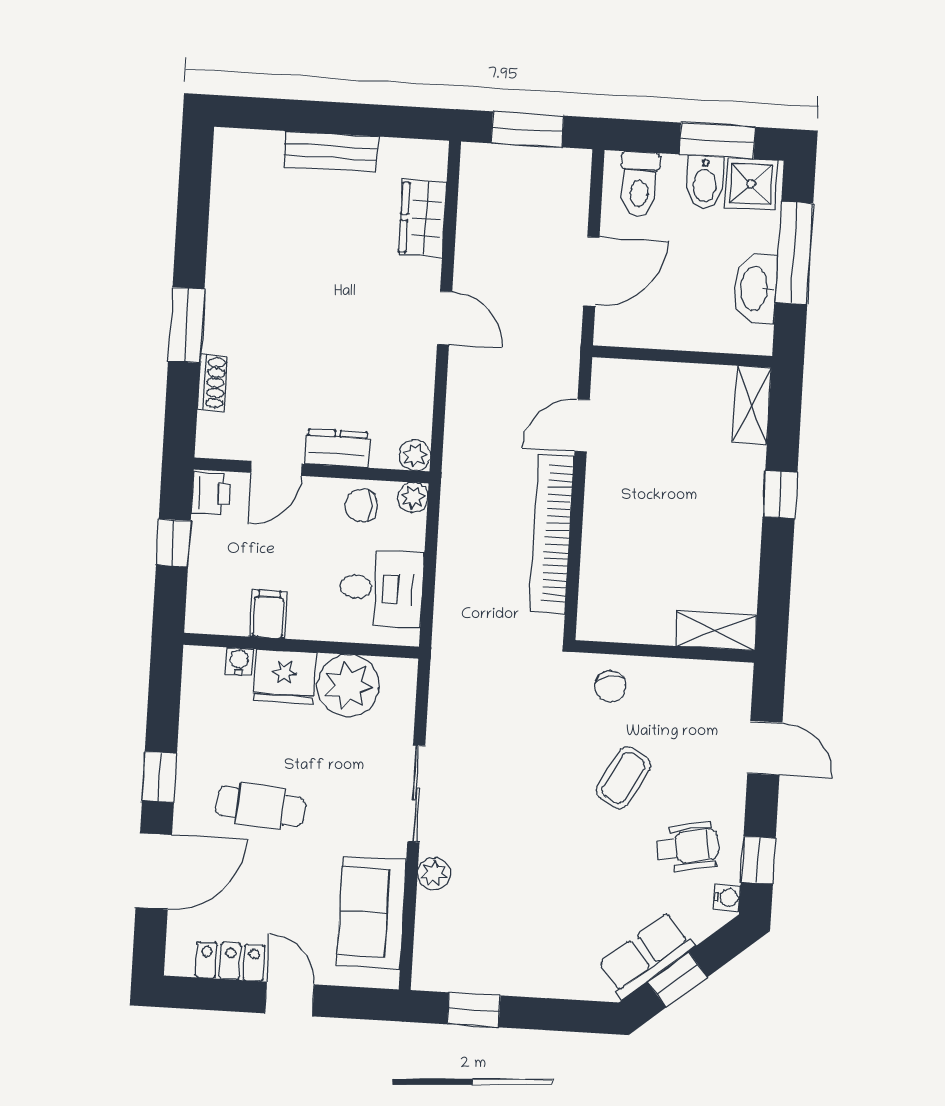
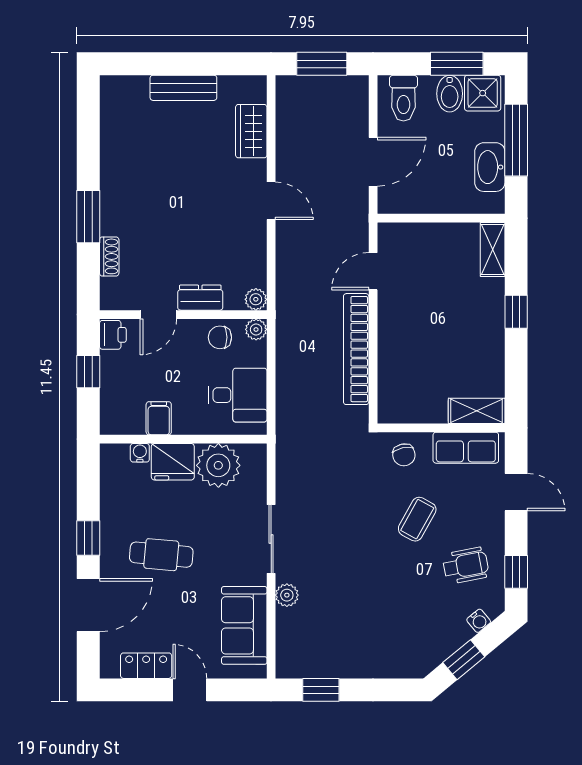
water cooler: (727, 897) -> (479, 621), moved, turned 50
row of seats: (646, 955) -> (466, 448), moved, turned -140

